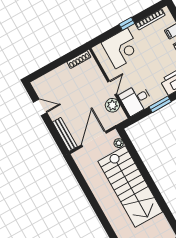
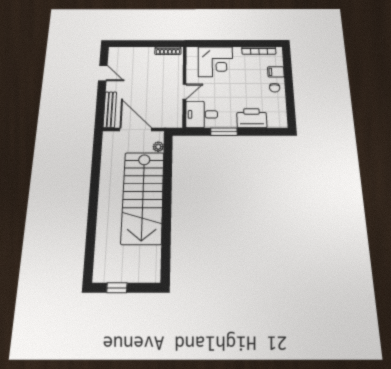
window: (127, 24) -> (234, 43), removed
plant: (112, 105) -> (175, 107), removed
door: (94, 139) -> (136, 130), hinge flipped

